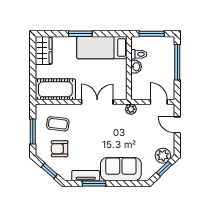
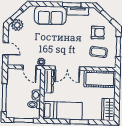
dresser: (121, 85) -> (49, 81), added
door: (159, 102) -> (30, 67), moved

